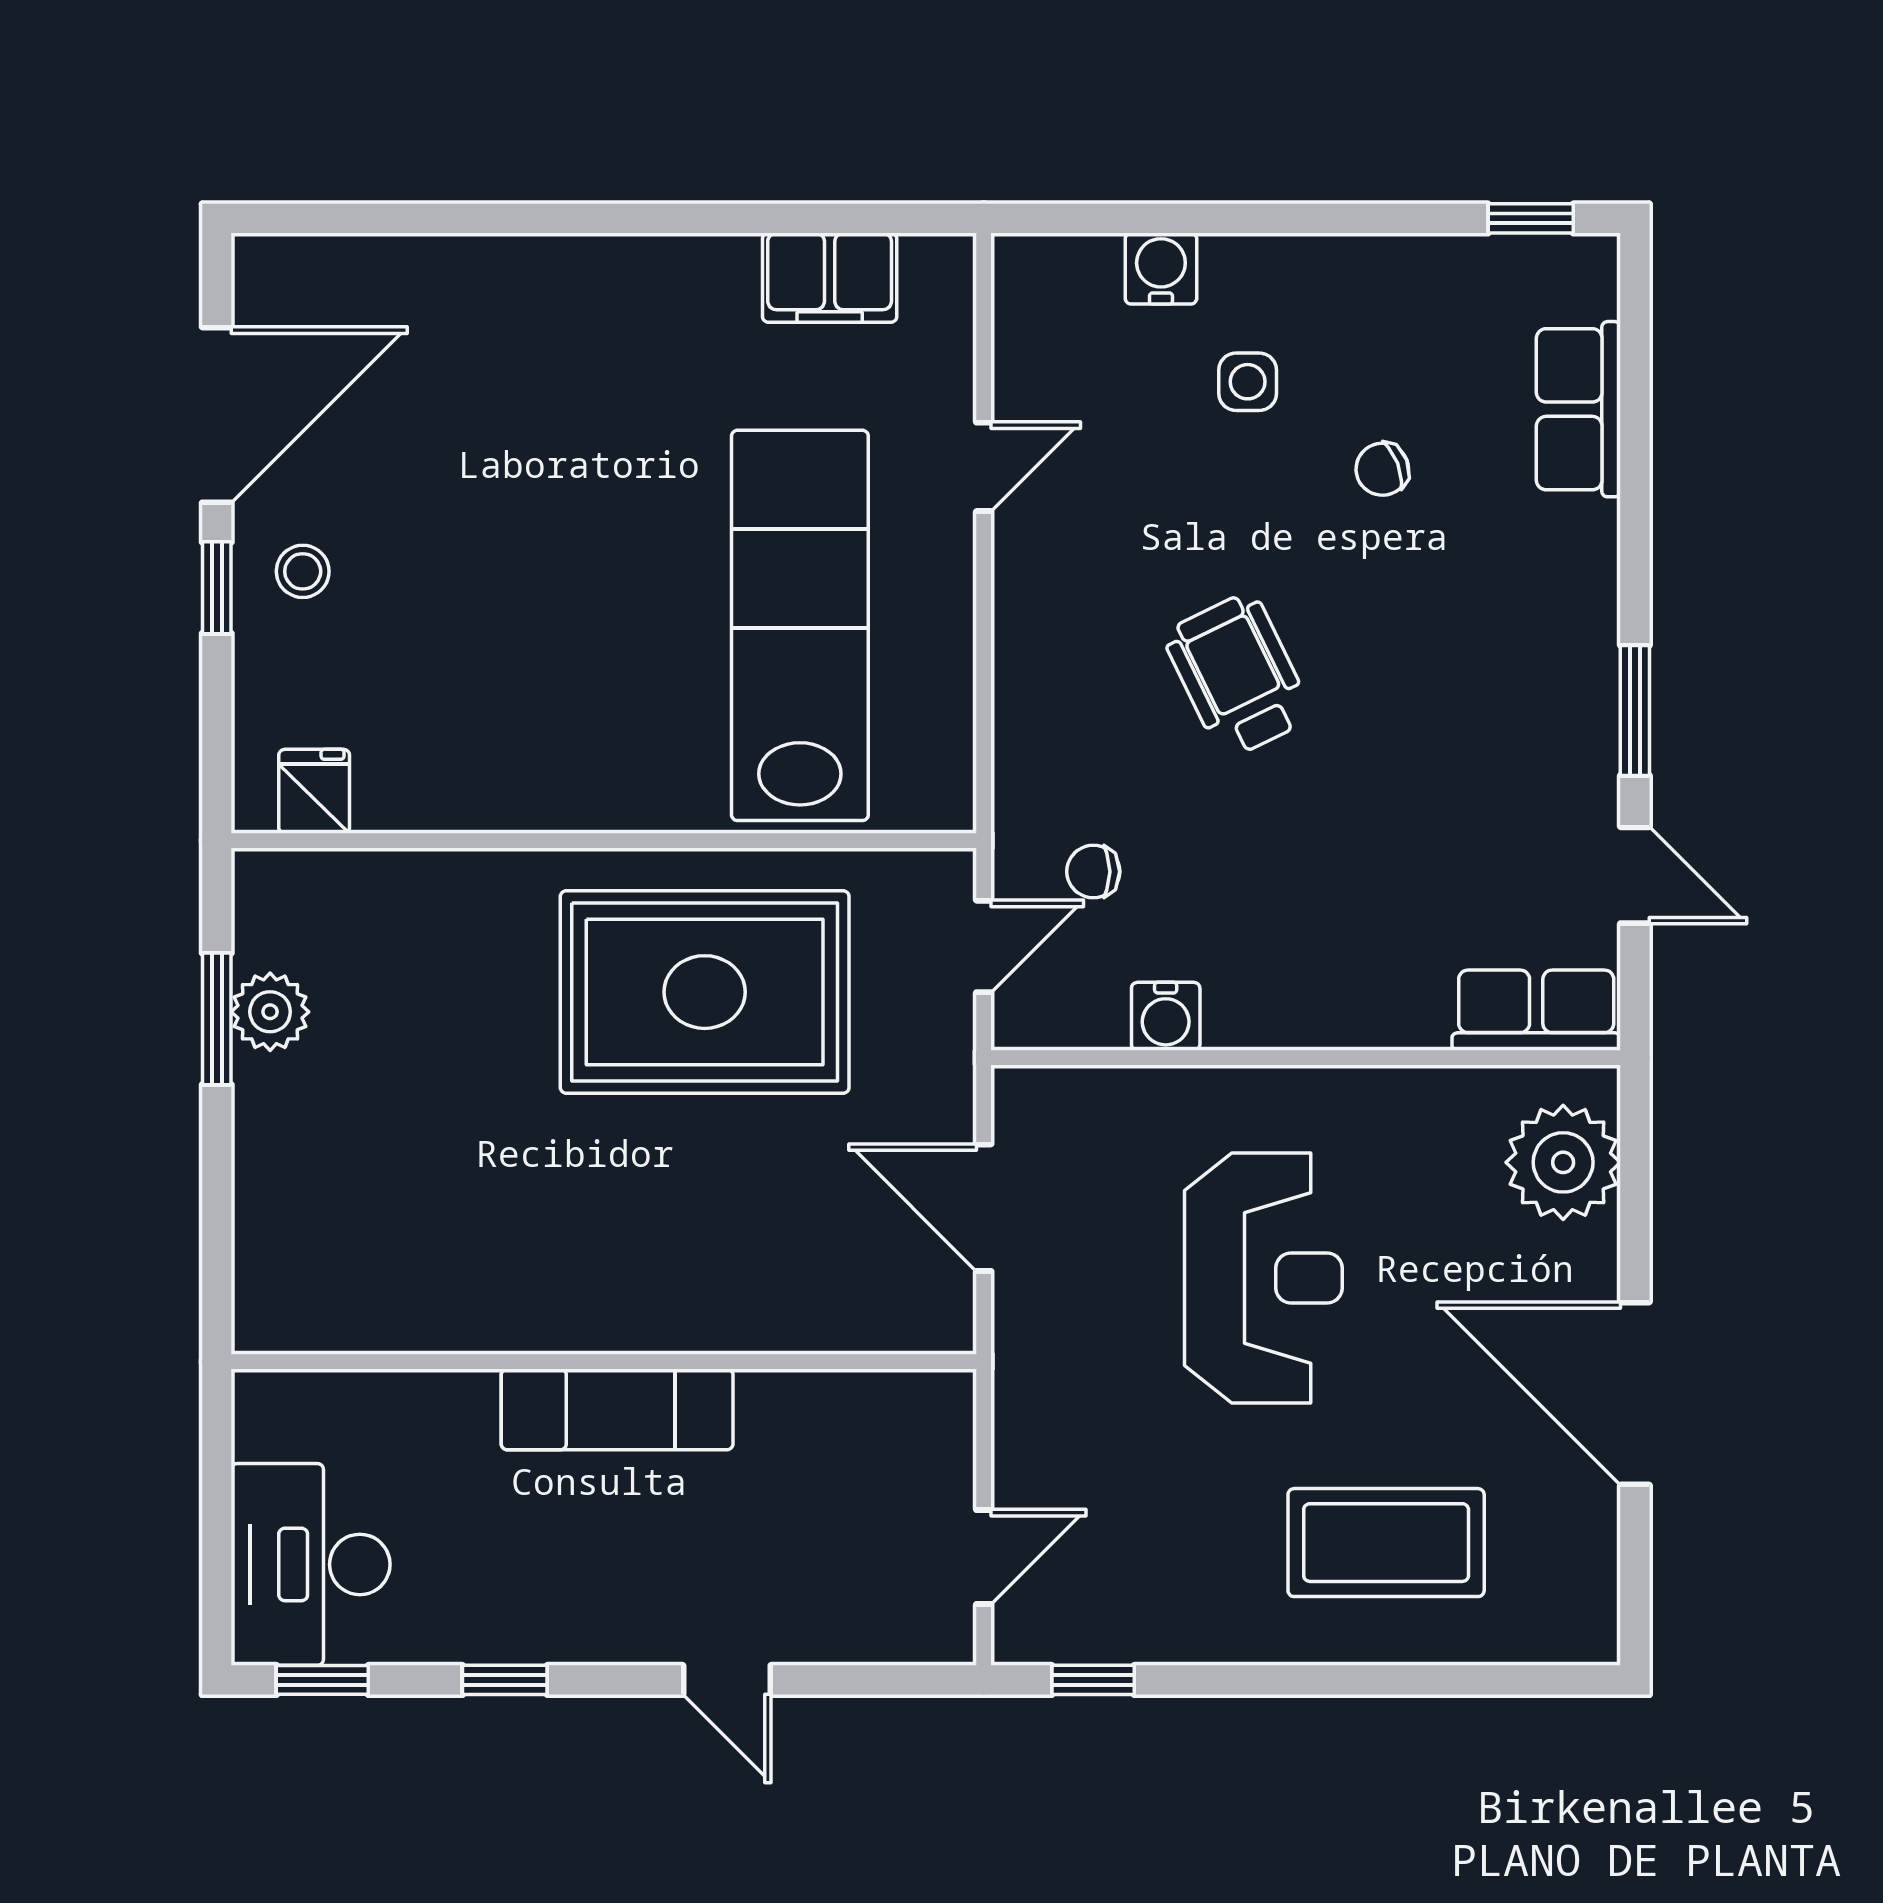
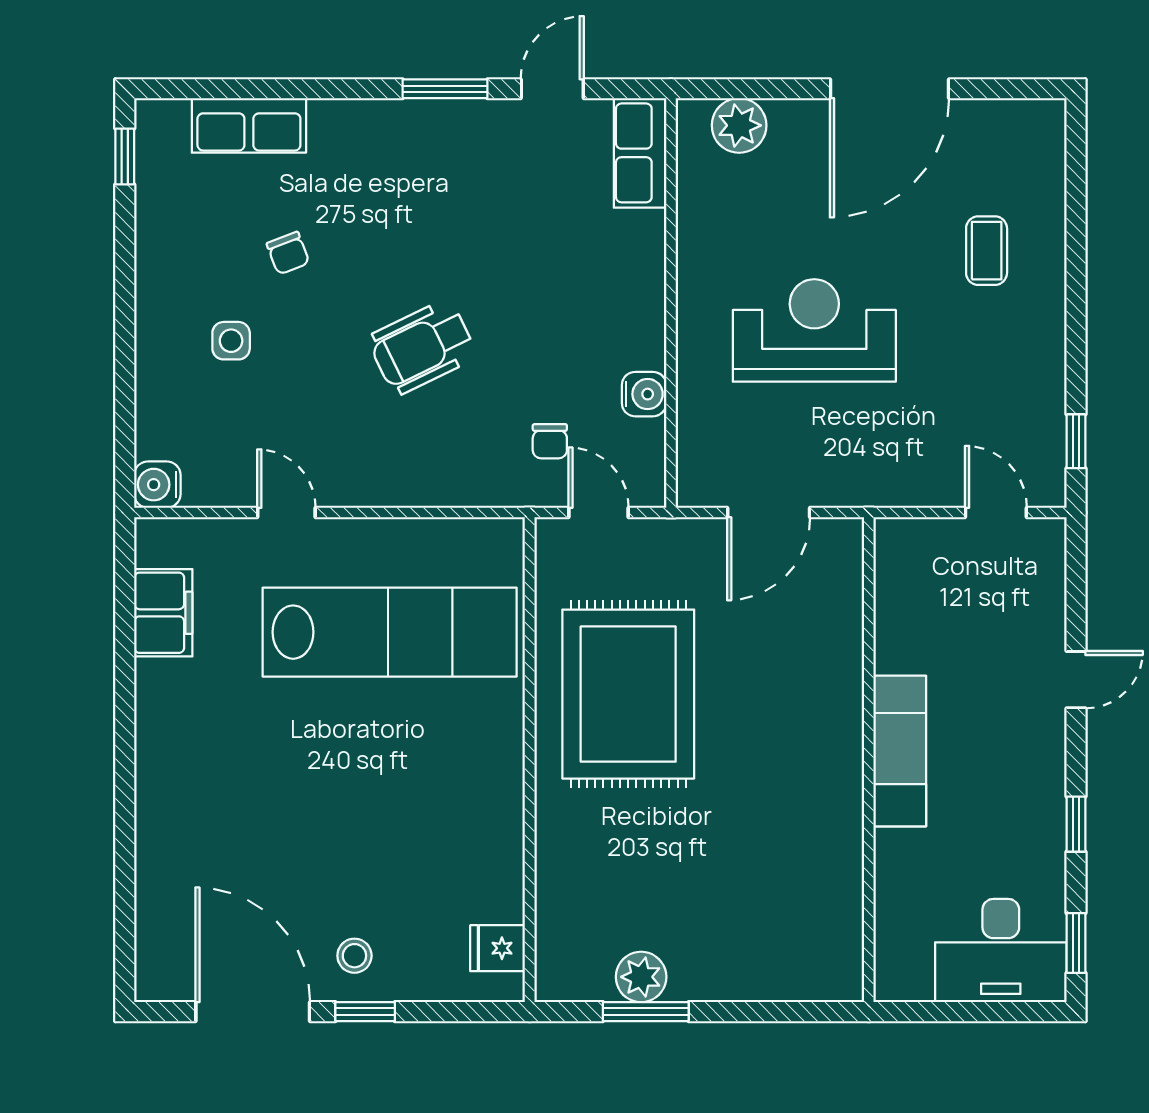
water cooler: (1161, 269) -> (157, 485), moved
lab bench: (800, 625) -> (390, 632), turned 180
plant: (1563, 1162) -> (739, 125), width x0.73, depth x0.73
coffee table: (1386, 1543) -> (987, 251), width x0.54, depth x0.58

